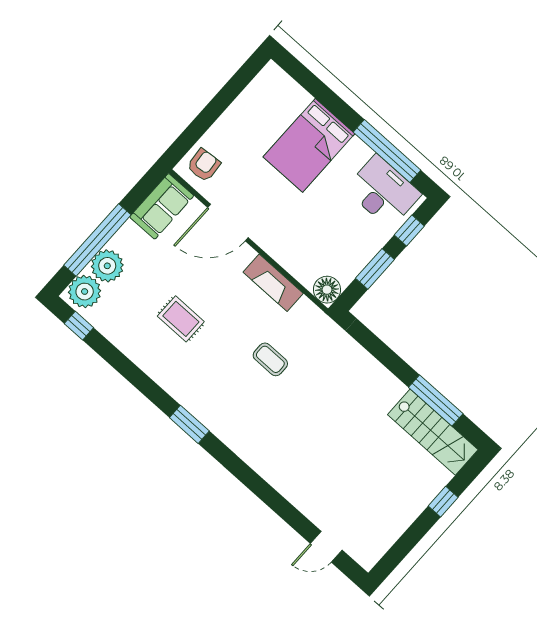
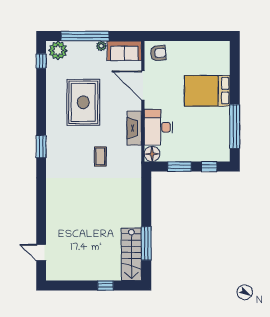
desk: (383, 192) -> (158, 127), moved, turned 180
plant: (107, 266) -> (101, 46), moved, width x0.53, depth x0.53
rug: (181, 319) -> (83, 102), width x1.86, depth x2.06

